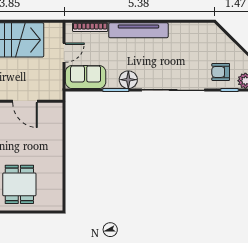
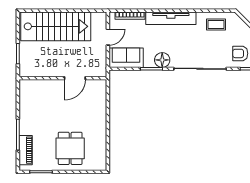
coffee table: (192, 38) -> (216, 24), added
door: (25, 101) -> (75, 78), hinge flipped

